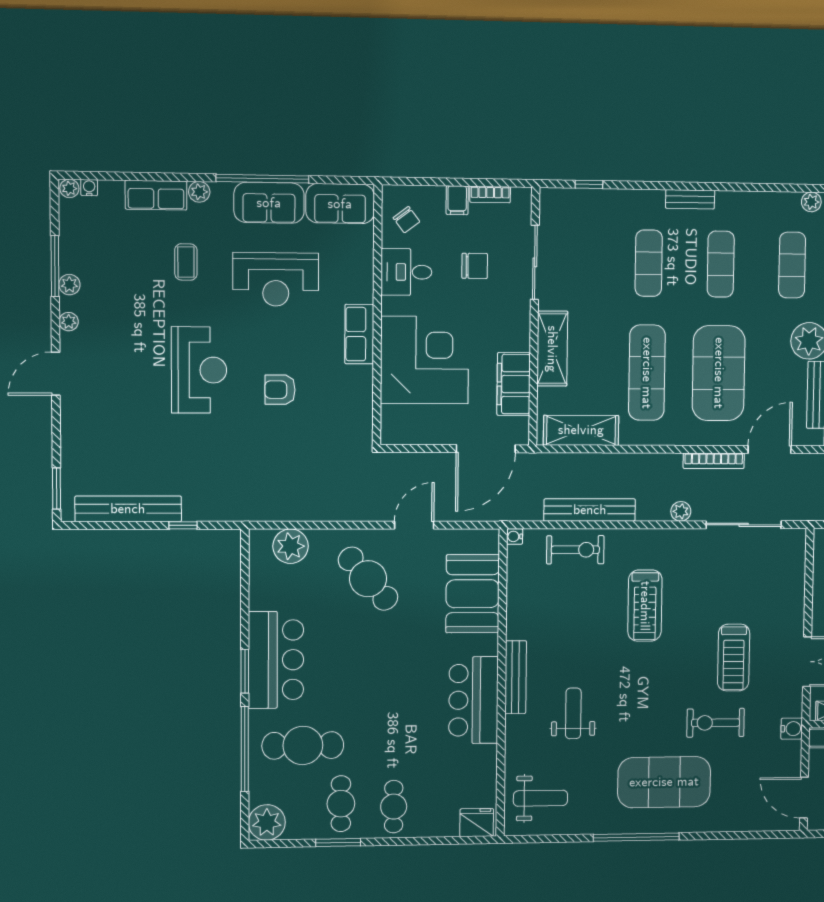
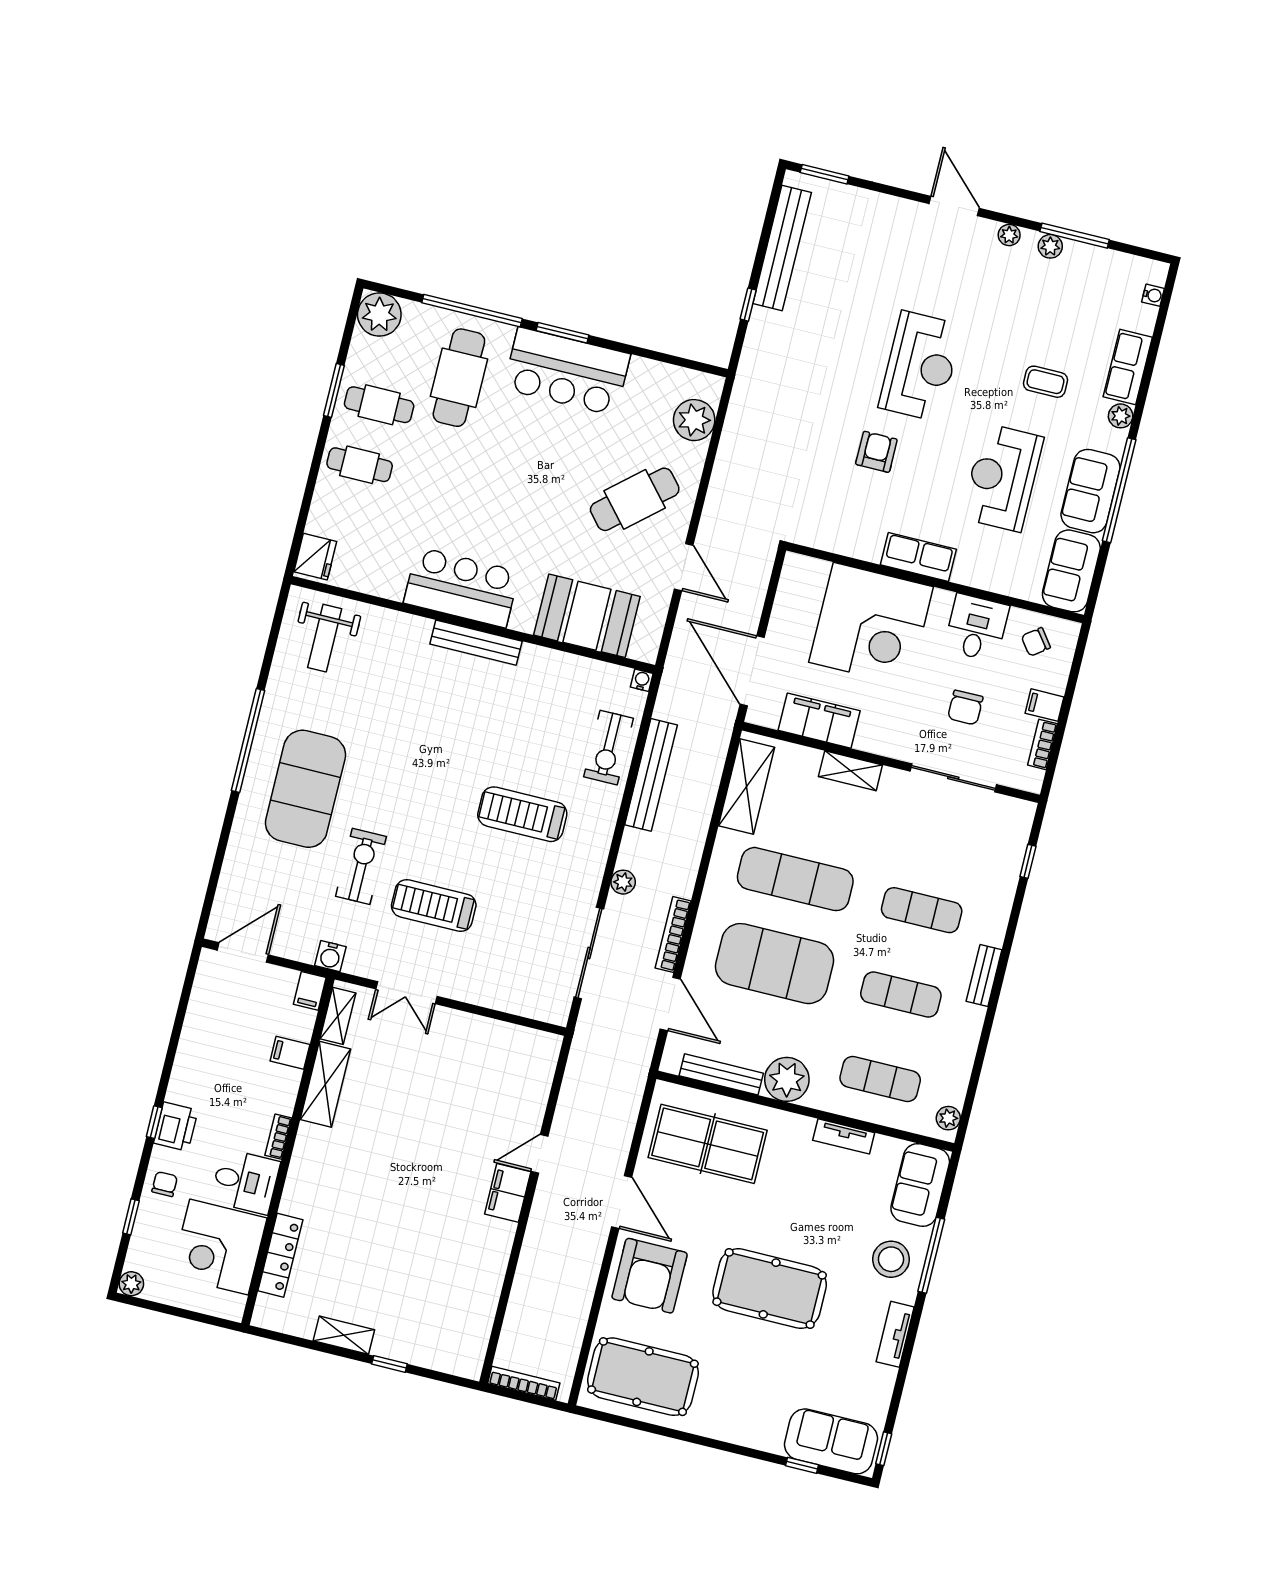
plant: (69, 188) -> (1157, 273), removed
shelving: (552, 349) -> (850, 771), width x0.67, depth x0.75
reception desk: (199, 370) -> (920, 366), turned -90
weight bench: (573, 713) -> (416, 700), removed

